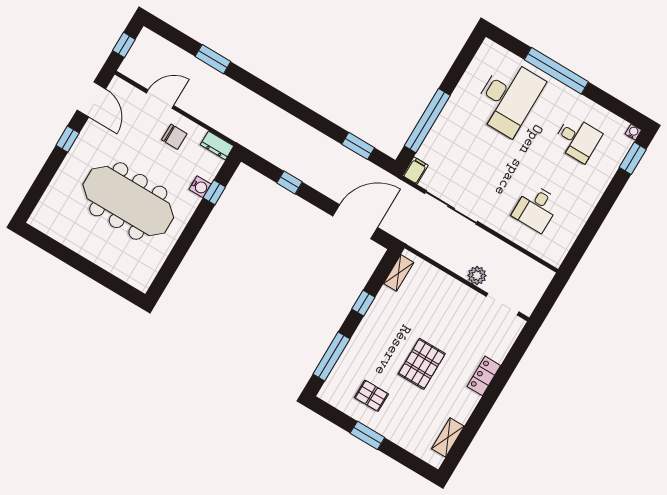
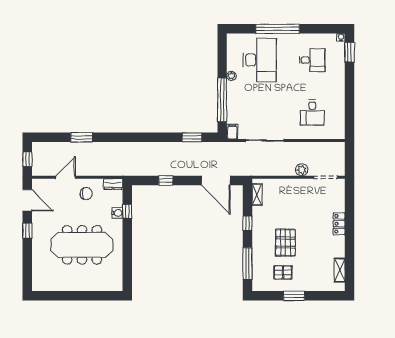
plant: (458, 96) -> (231, 76), added
door: (355, 222) -> (216, 181), swing flipped
pallet: (422, 364) -> (286, 243), moved

